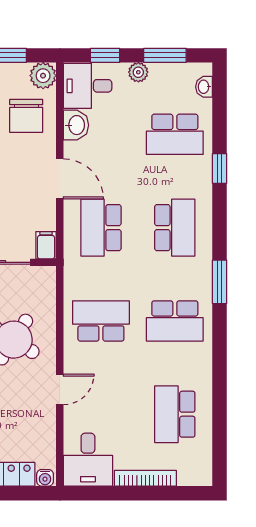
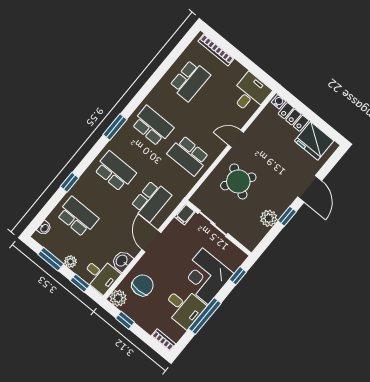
school desk: (175, 228) -> (115, 171), turned 90
bookcase: (145, 478) -> (216, 50), moved

